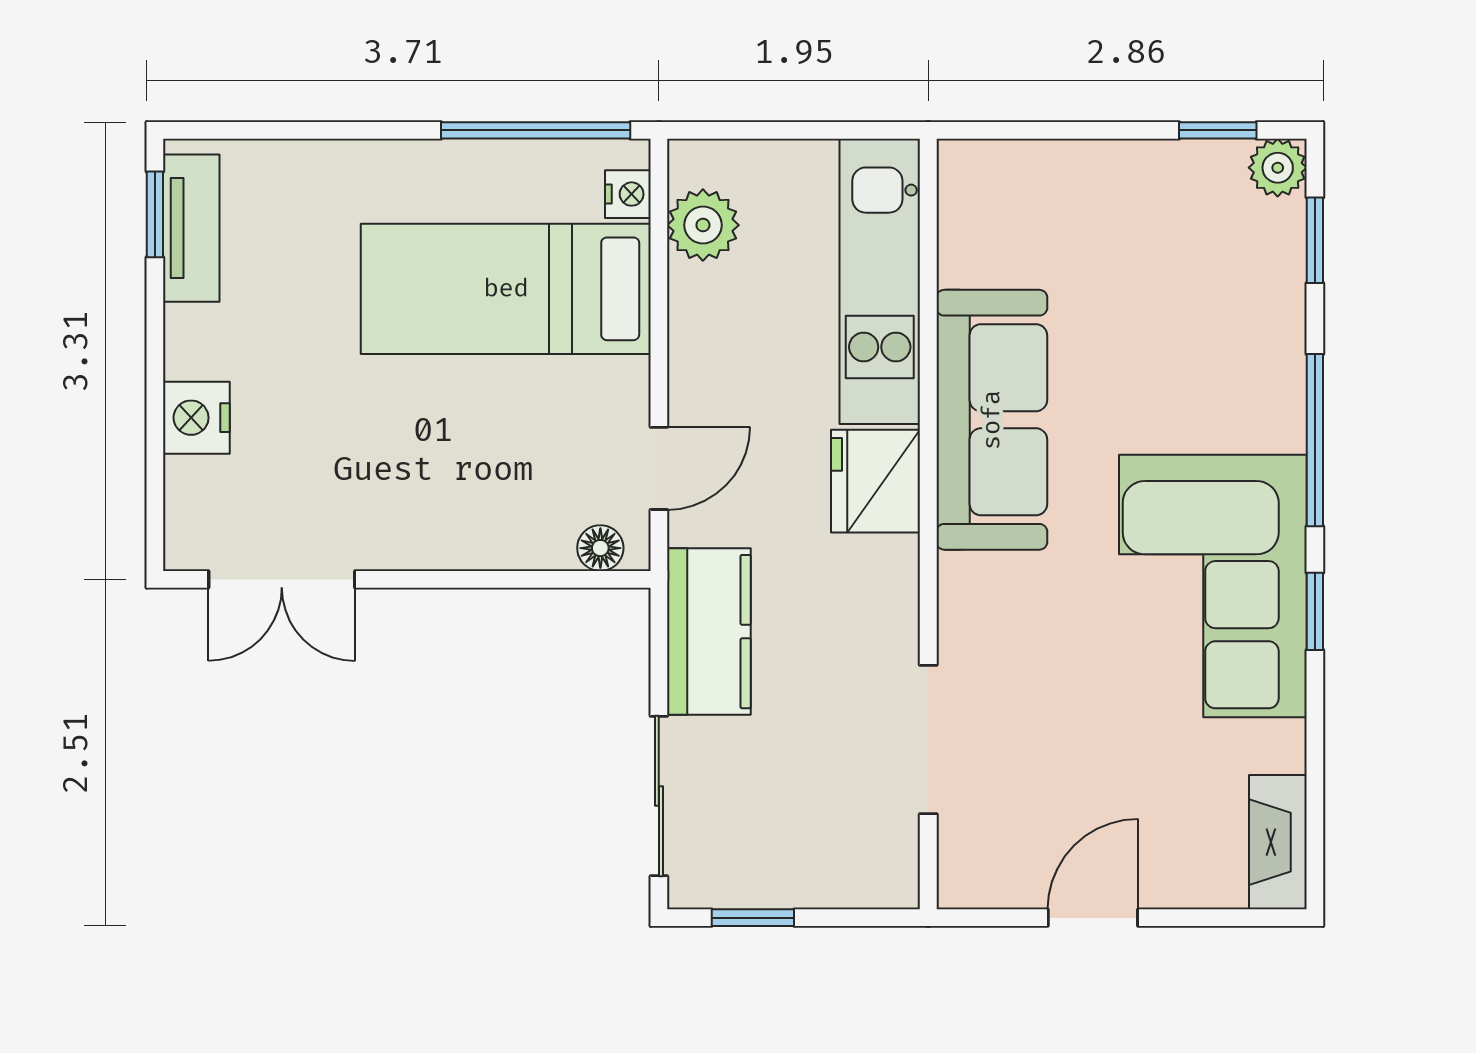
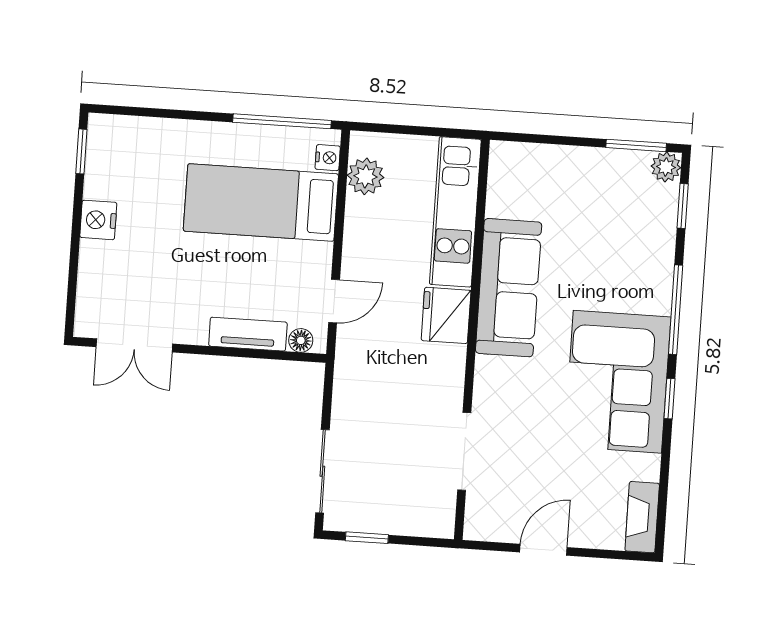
window: (1218, 130) -> (636, 145), width x1.50
tv unit: (191, 228) -> (248, 334), moved, turned -90
nightstand: (196, 418) -> (98, 220), moved
kitchen counter: (709, 632) -> (354, 388), removed

